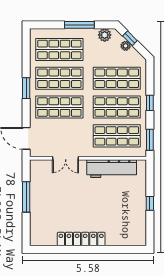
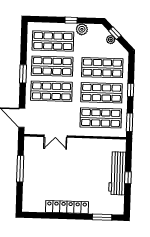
window: (79, 25) -> (71, 20), width x0.46
plant: (105, 35) -> (82, 29), moved
workbench: (112, 169) -> (117, 173), moved, turned 90
window: (122, 249) -> (102, 217), added

